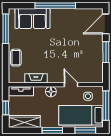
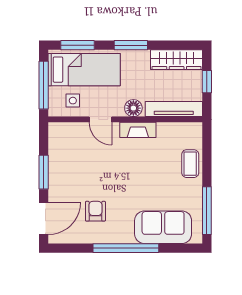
armchair: (74, 28) -> (95, 211), added
fireplace: (36, 78) -> (138, 130), moved
tv unit: (21, 91) -> (174, 109), width x1.41

